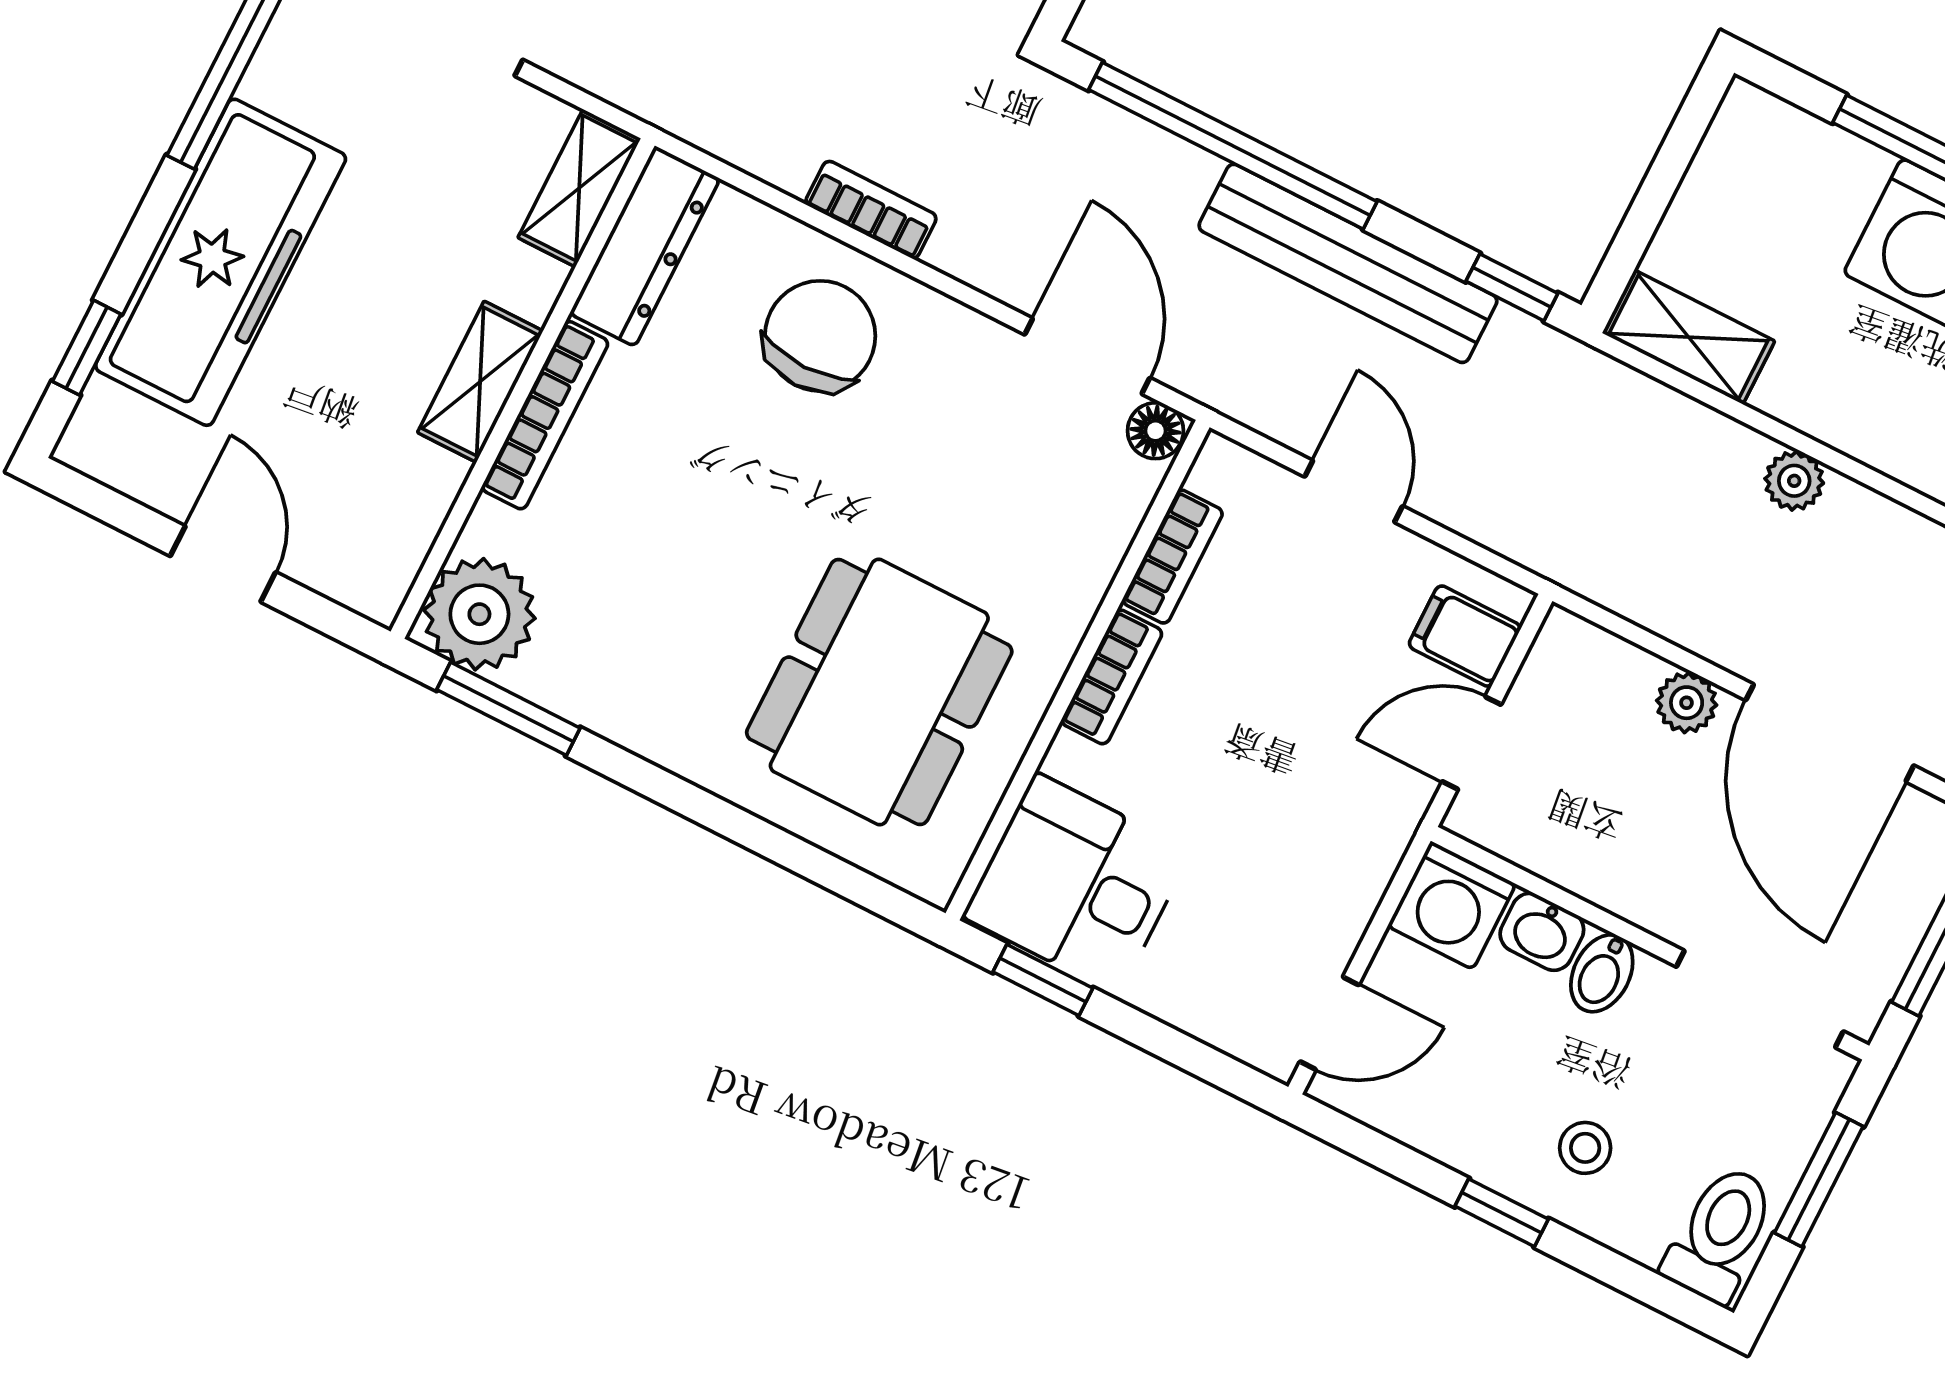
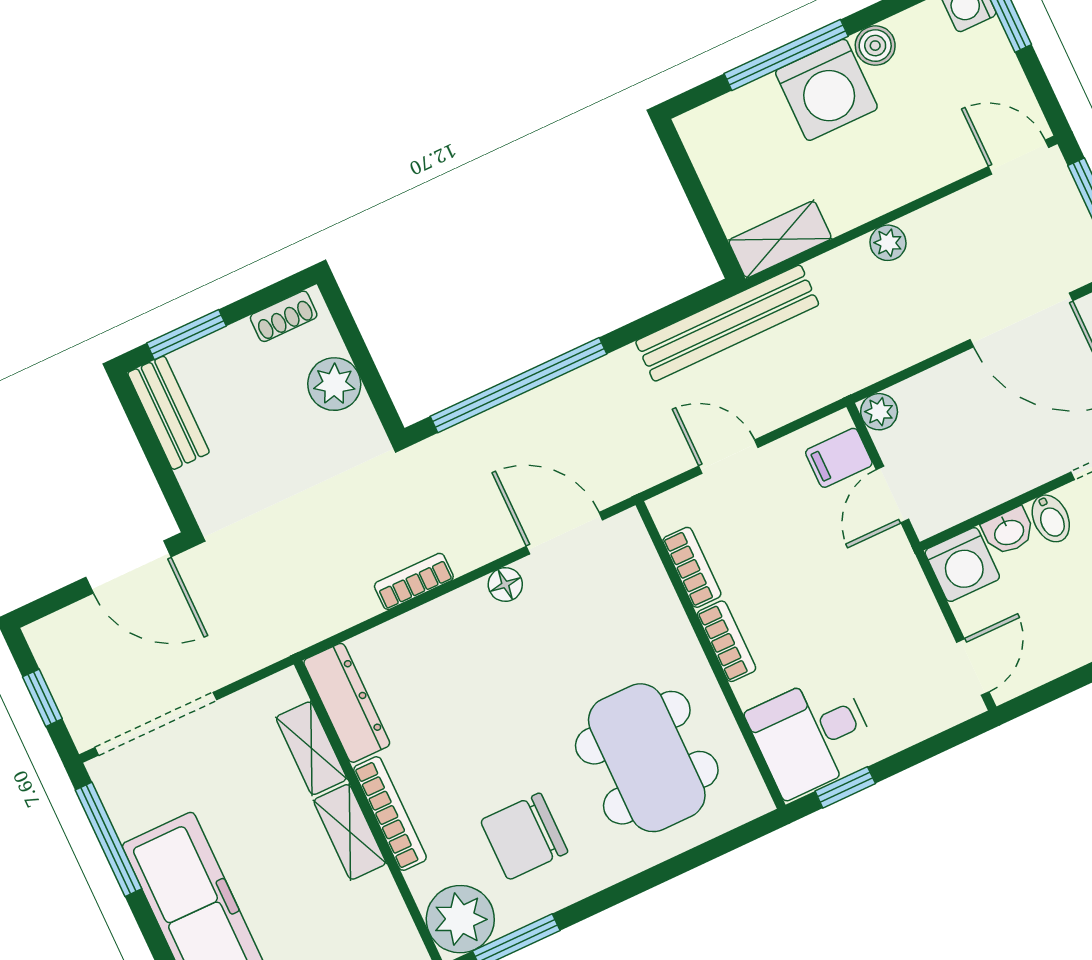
shelving: (579, 188) -> (311, 748), moved
bench: (1348, 263) -> (727, 323), moved
window: (1512, 287) -> (690, 305), removed
chair: (820, 336) -> (524, 836), moved, turned -90
floor lamp: (1155, 431) -> (505, 585), moved
plant: (1687, 703) -> (879, 412), moved

